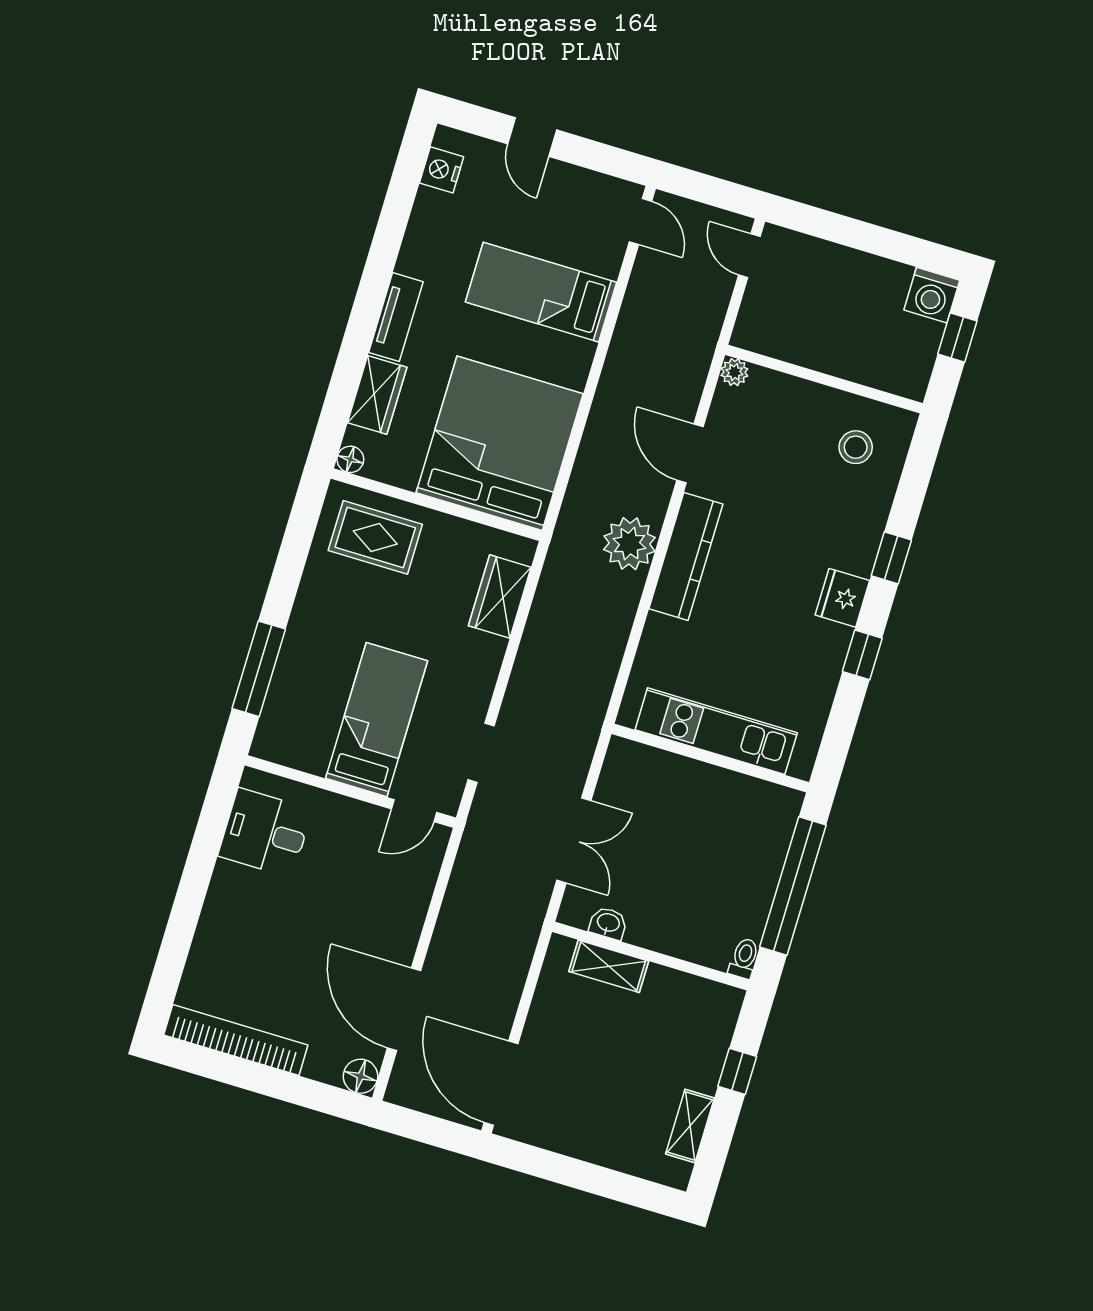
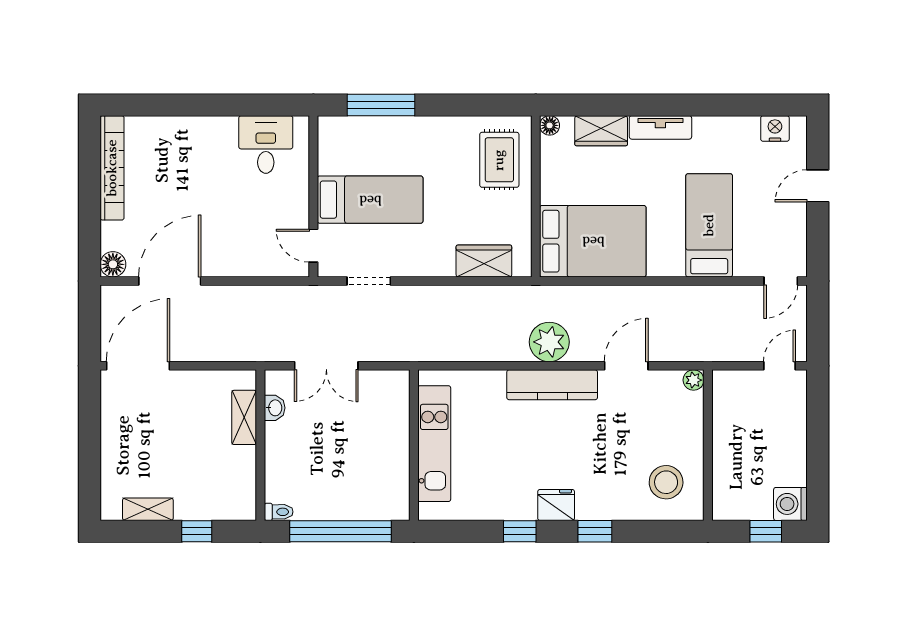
bed: (500, 443) -> (593, 241), width x0.73
stool: (856, 447) -> (666, 482), width x1.38, depth x1.38

